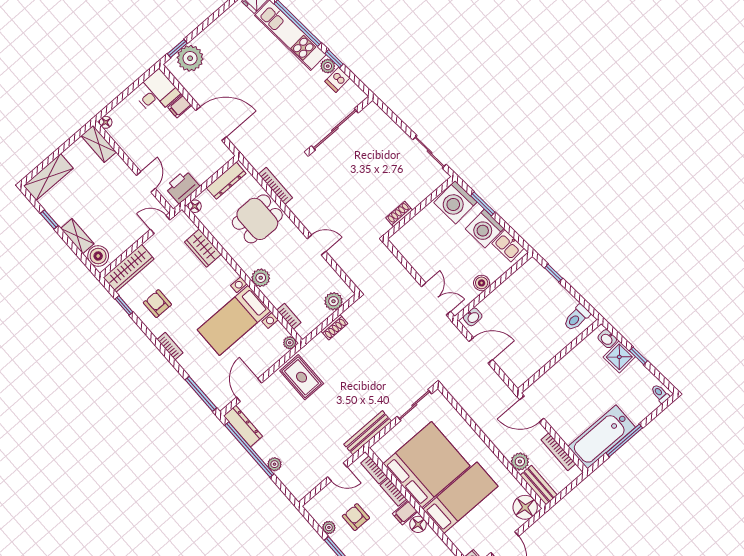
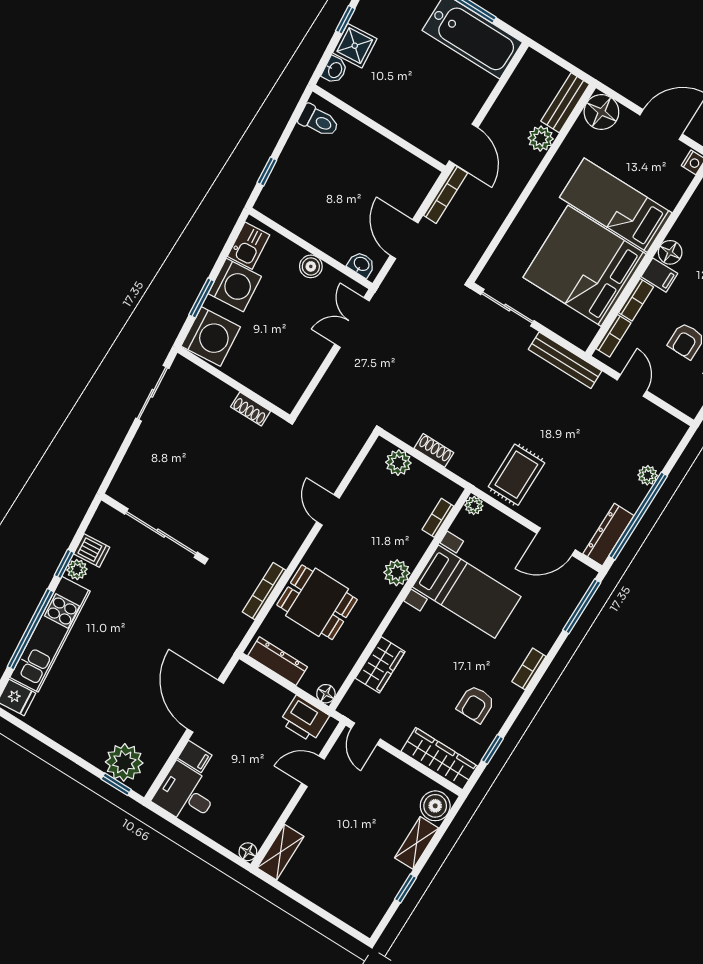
shelving: (48, 177) -> (347, 908), removed
bookcase: (558, 452) -> (445, 194), moved

